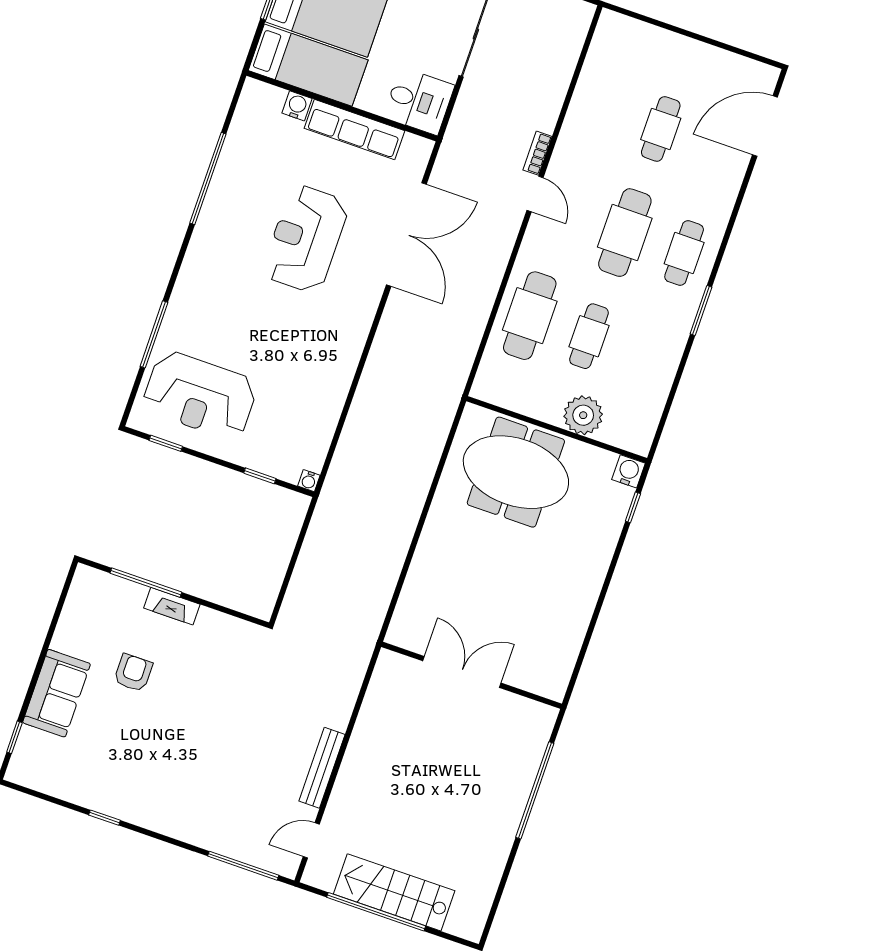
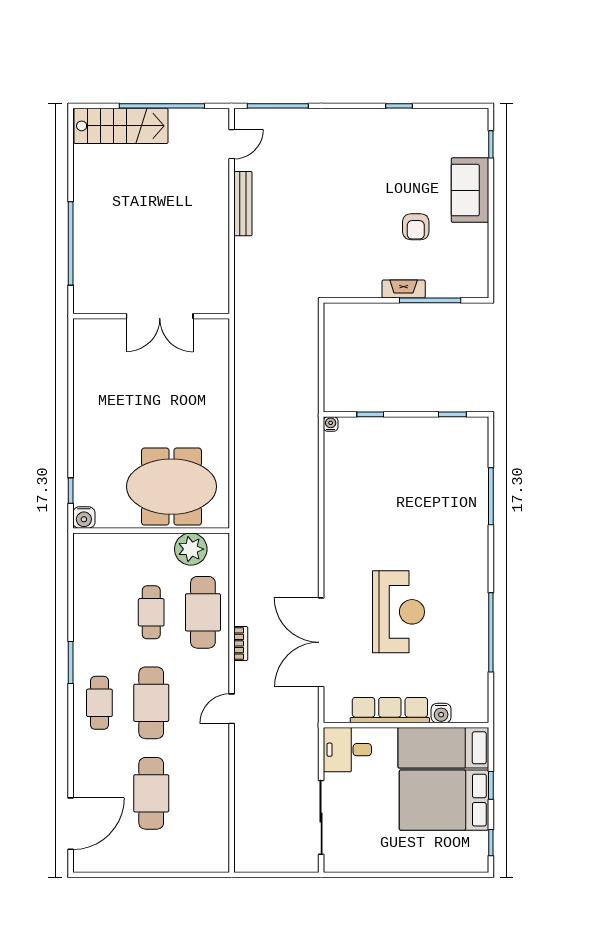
cafe table: (661, 129) -> (151, 793), width x1.37, depth x1.35
bookcase: (538, 153) -> (241, 643), moved
door: (535, 194) -> (232, 709), hinge flipped
reception desk: (200, 395) -> (439, 461), removed
plant: (583, 415) -> (191, 549), moved
stairs: (394, 892) -> (121, 126), moved

